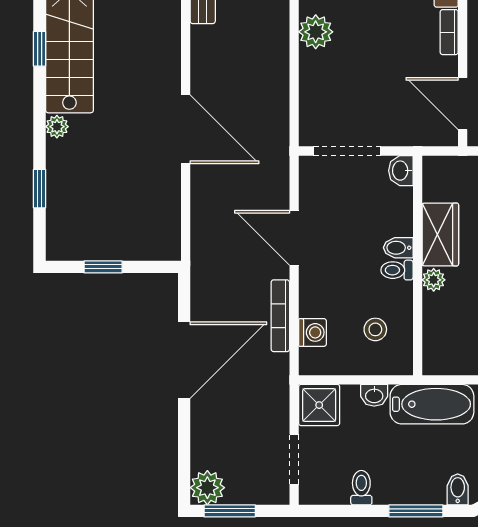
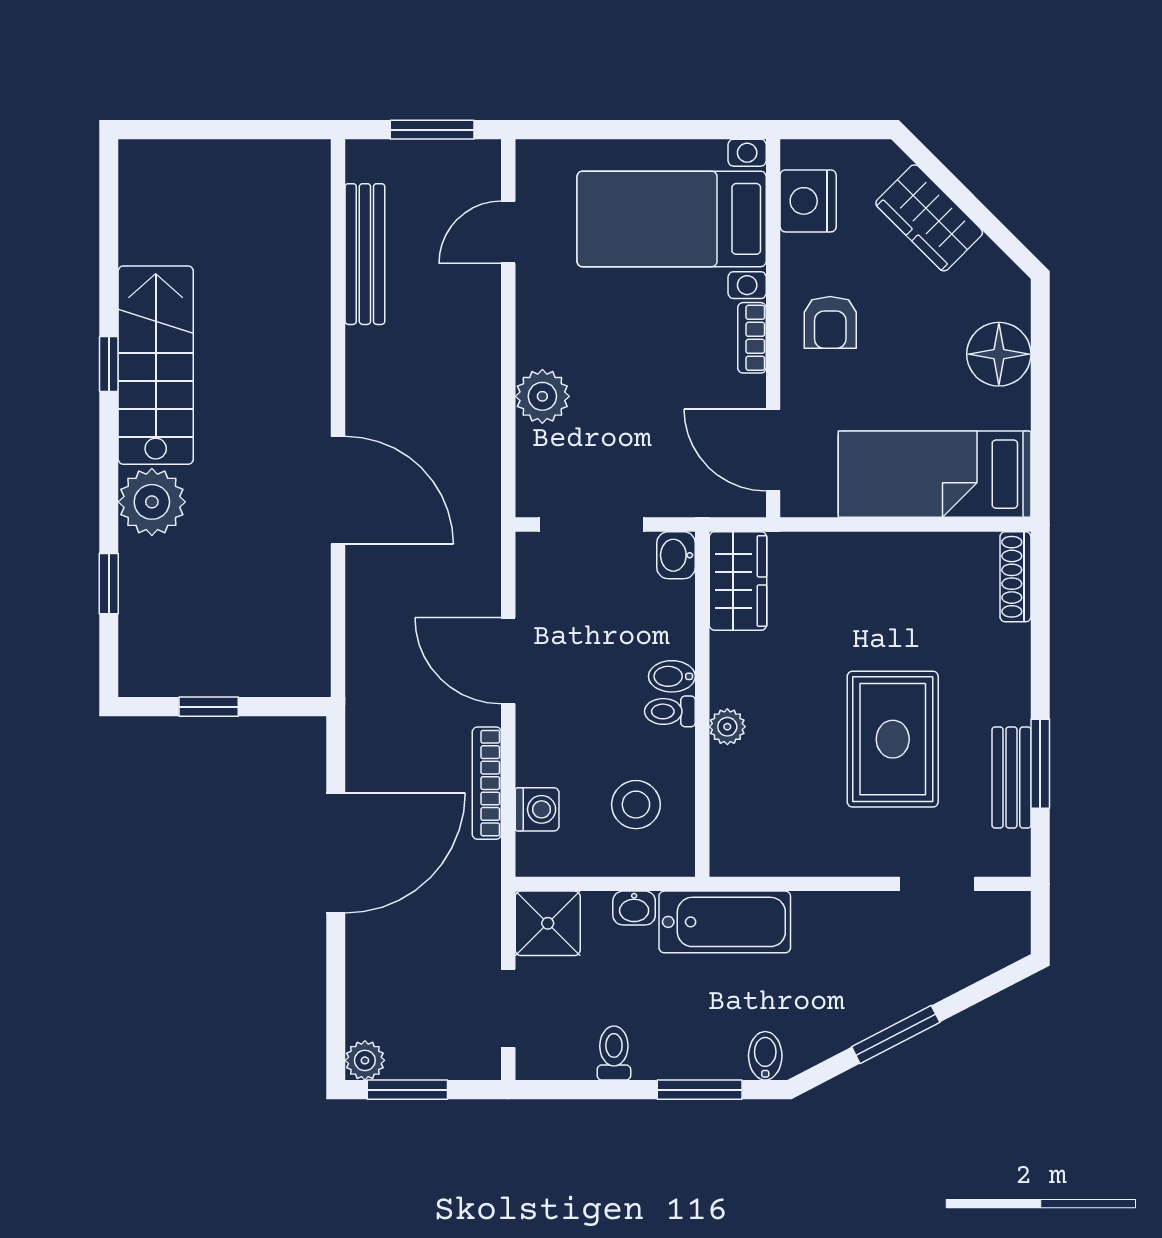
plant: (316, 32) -> (542, 396), moved
plant: (57, 127) -> (152, 502), width x1.87, depth x1.87
wardrobe: (440, 234) -> (738, 581), moved
stool: (375, 329) -> (636, 805), width x1.37, depth x1.37
plant: (207, 488) -> (365, 1060), width x0.73, depth x0.73

